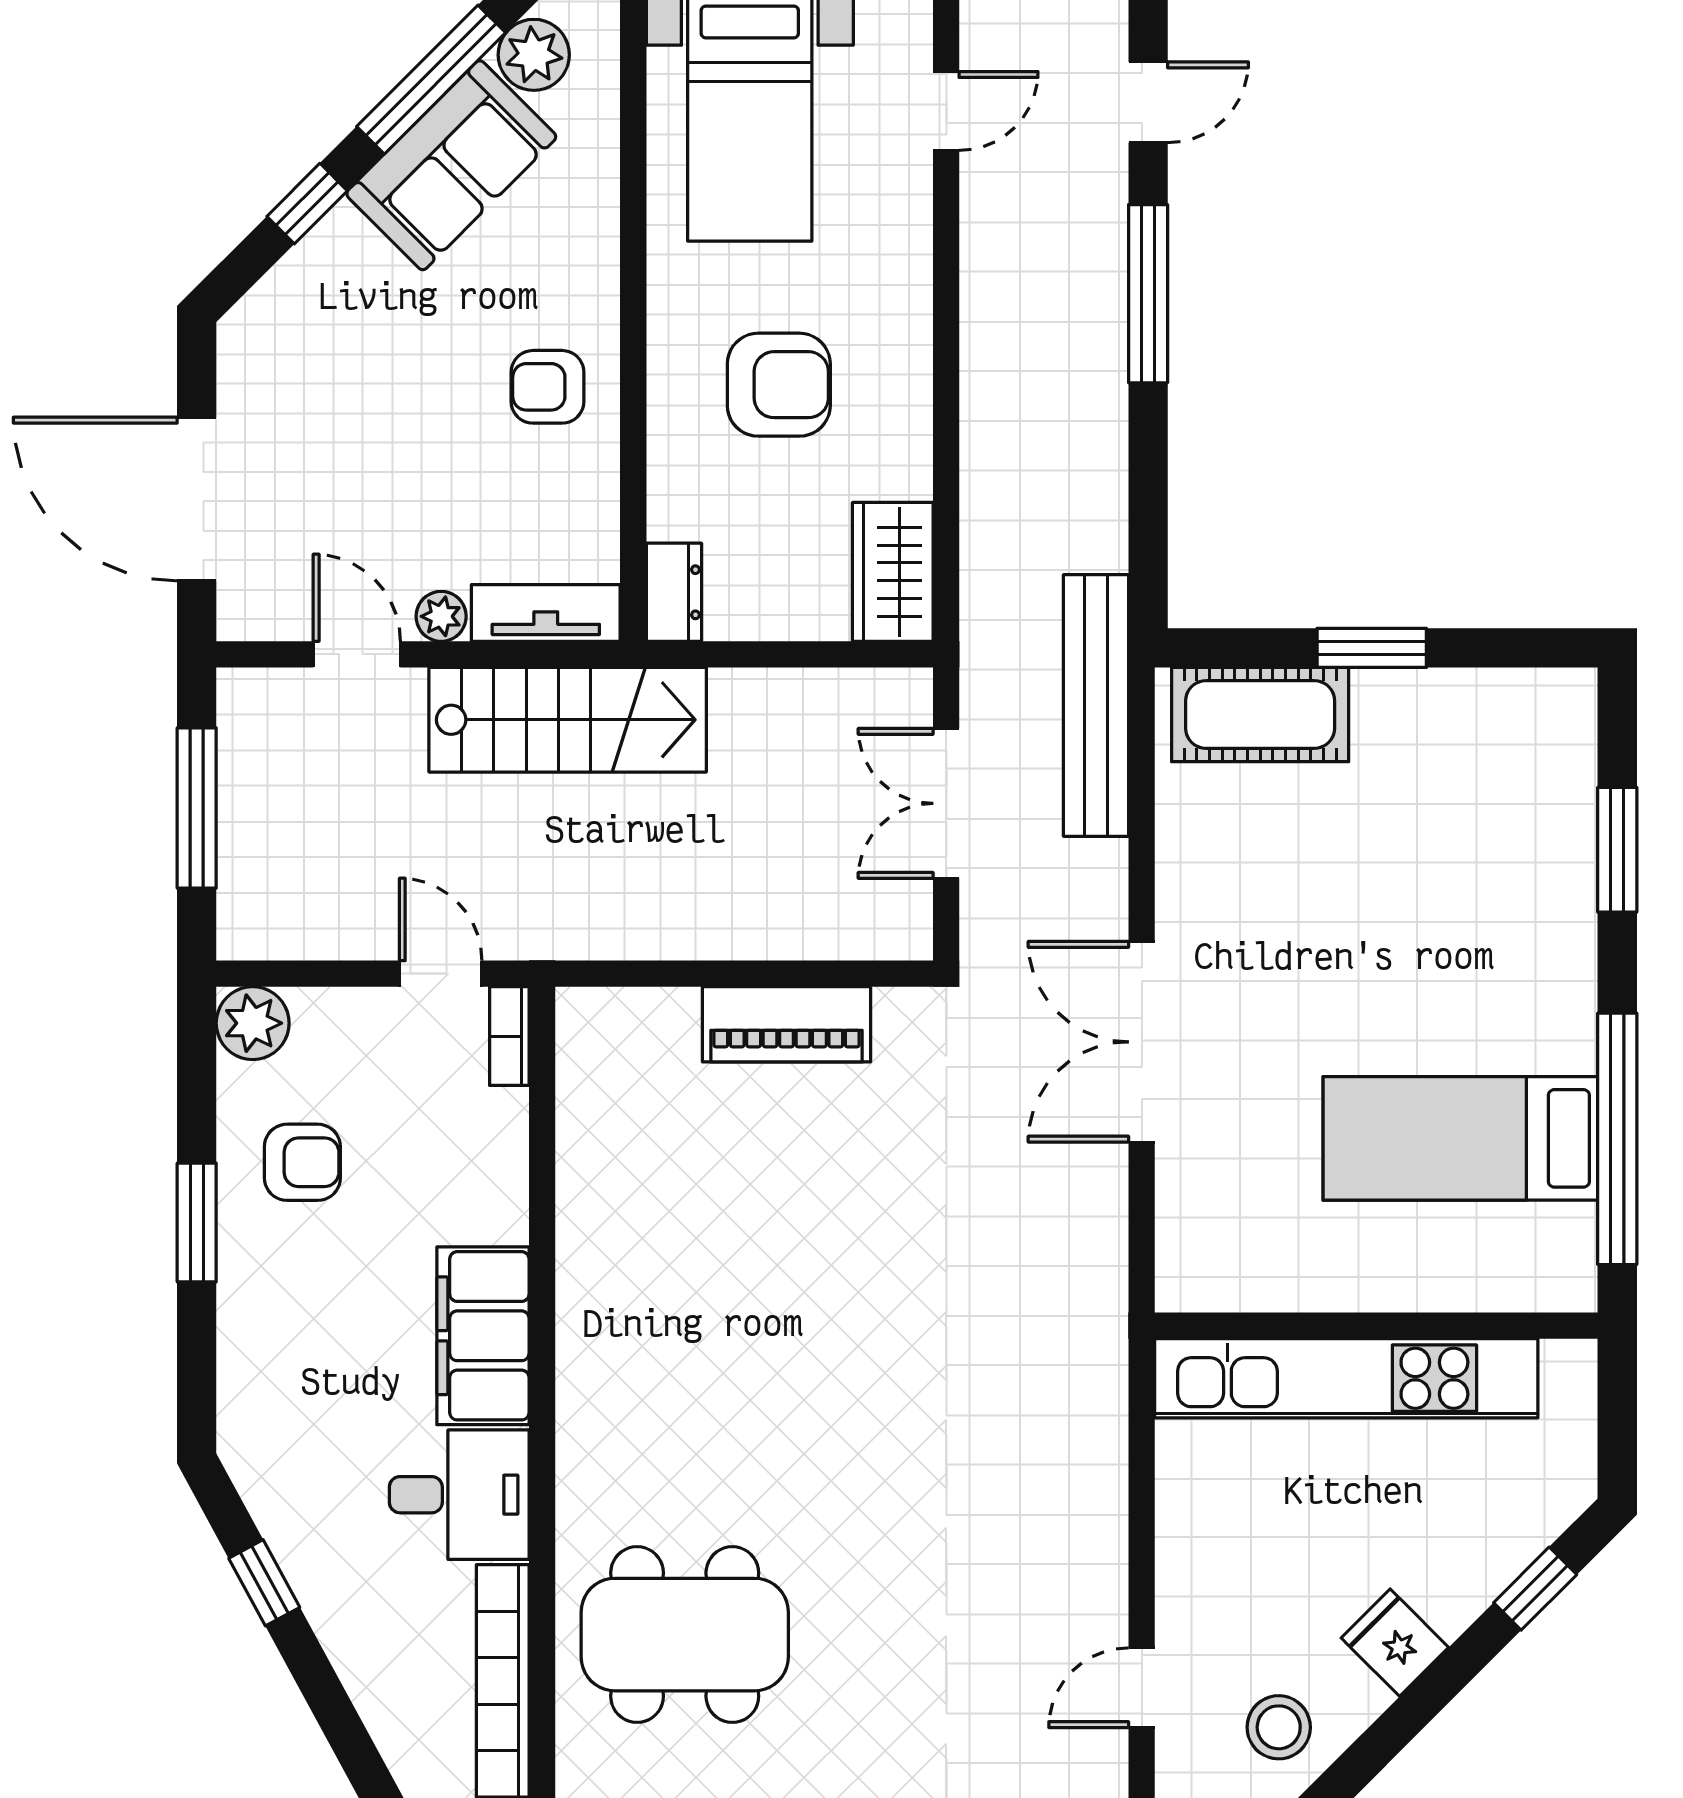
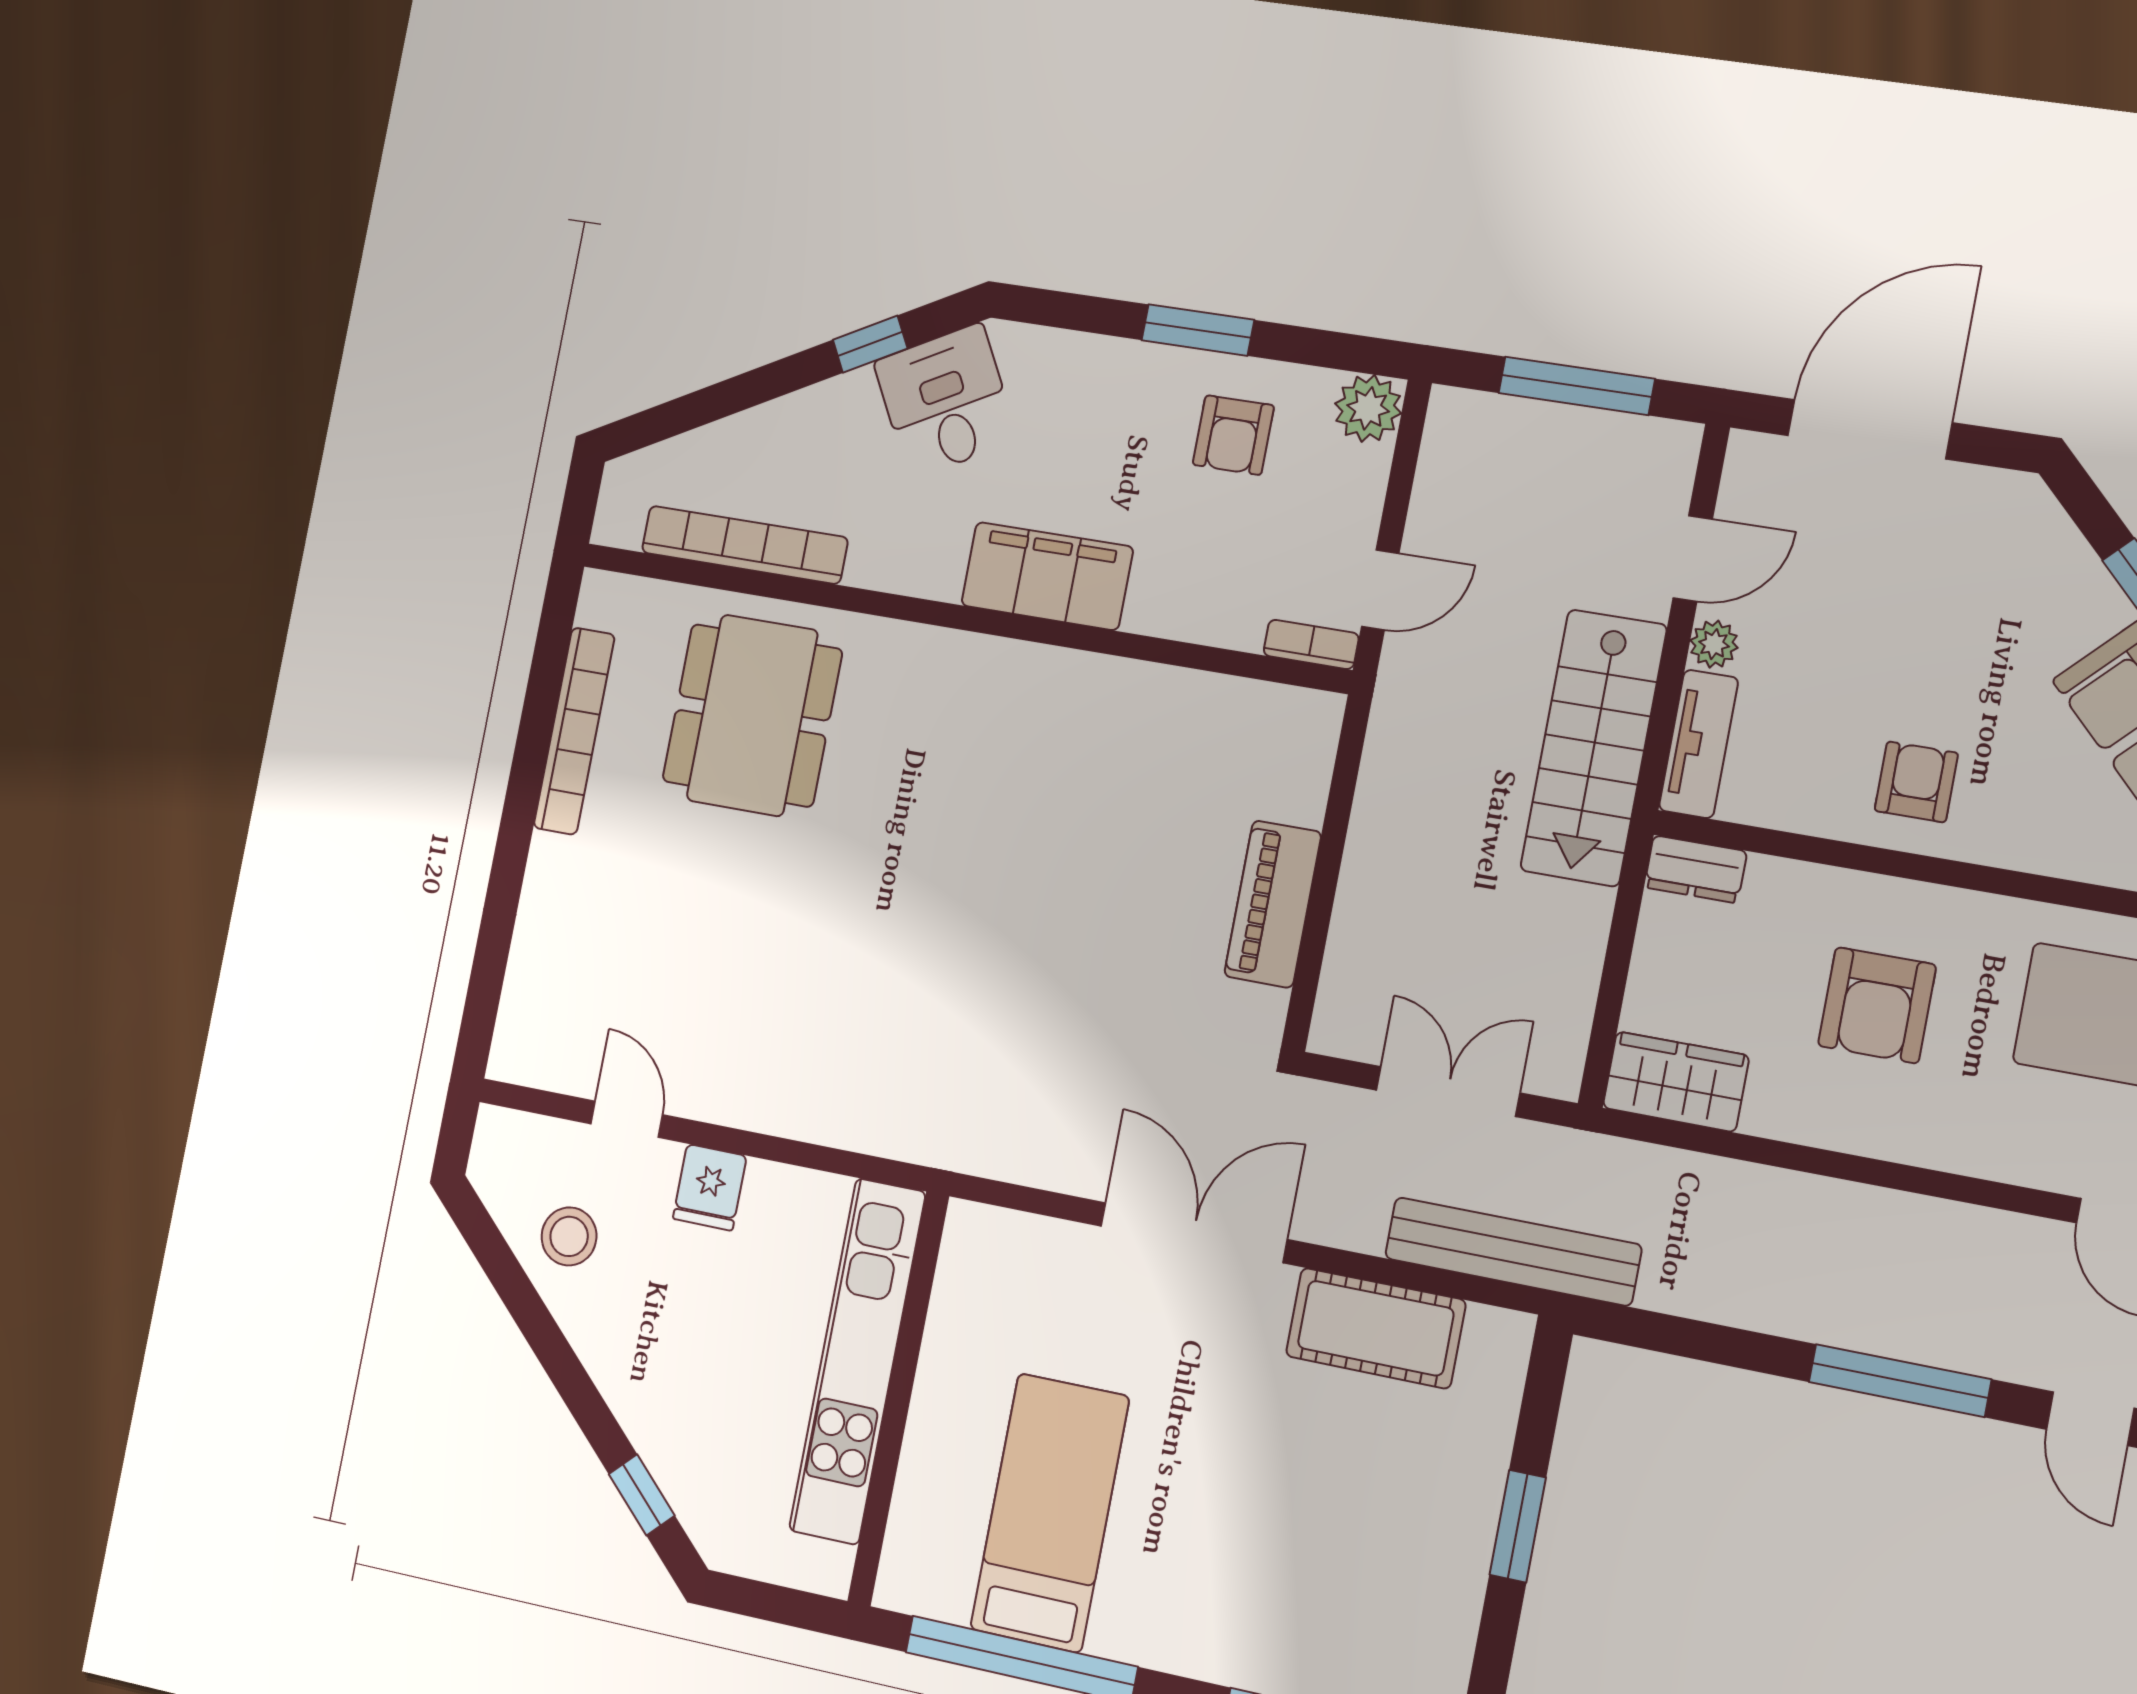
cot: (1260, 715) -> (1376, 1328), moved, turned 90
desk: (459, 1495) -> (946, 401), moved, turned 151
fridge: (1395, 1643) -> (710, 1187), moved, turned 135

